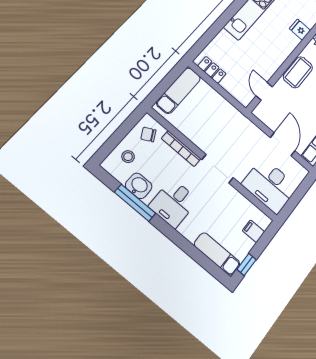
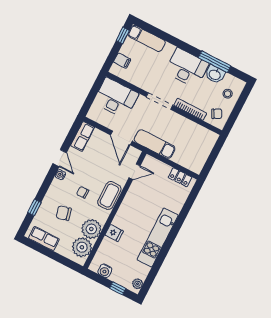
exam couch: (178, 91) -> (155, 144), moved, turned 90
door: (264, 91) -> (135, 172), hinge flipped
door: (283, 144) -> (121, 138), moved
desk: (173, 203) -> (187, 68), width x1.37

